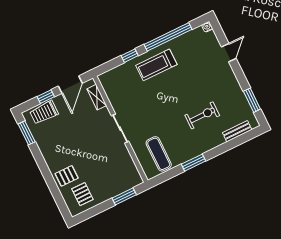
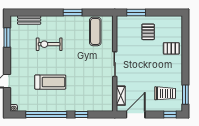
treadmill: (156, 65) -> (50, 82), moved
window: (46, 97) -> (170, 115), moved
trolley: (44, 112) -> (165, 93), moved
pallet: (82, 194) -> (148, 32), moved

